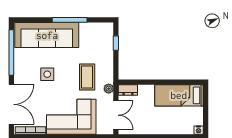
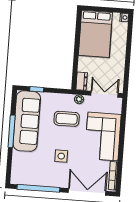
sofa: (47, 35) -> (27, 121), moved
bed: (179, 95) -> (95, 34), width x1.50

